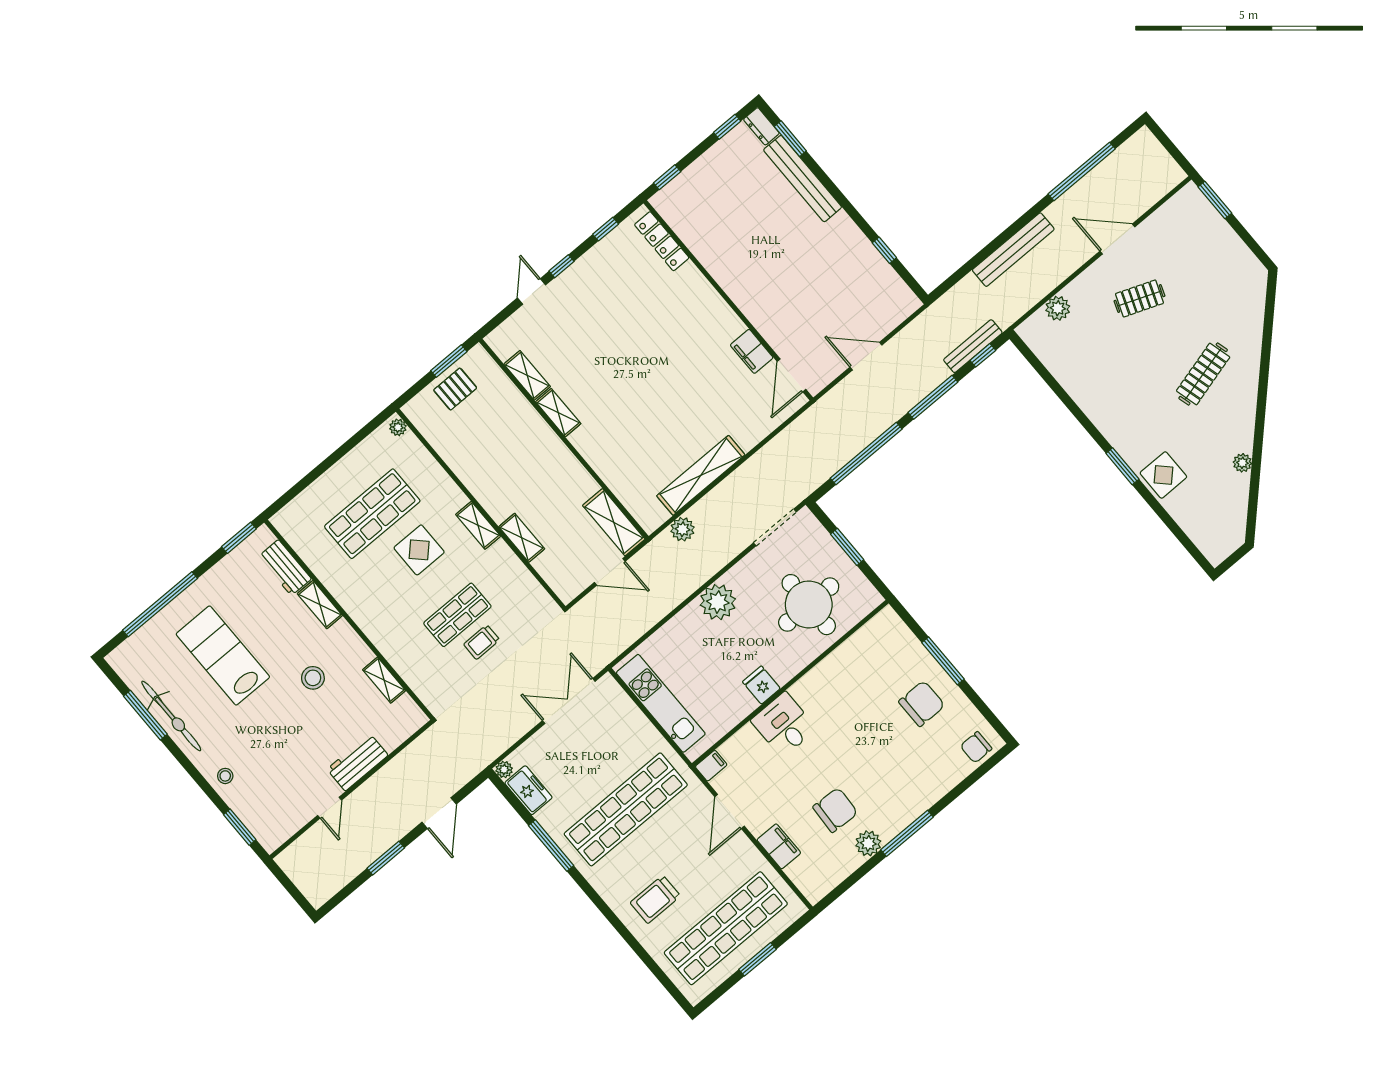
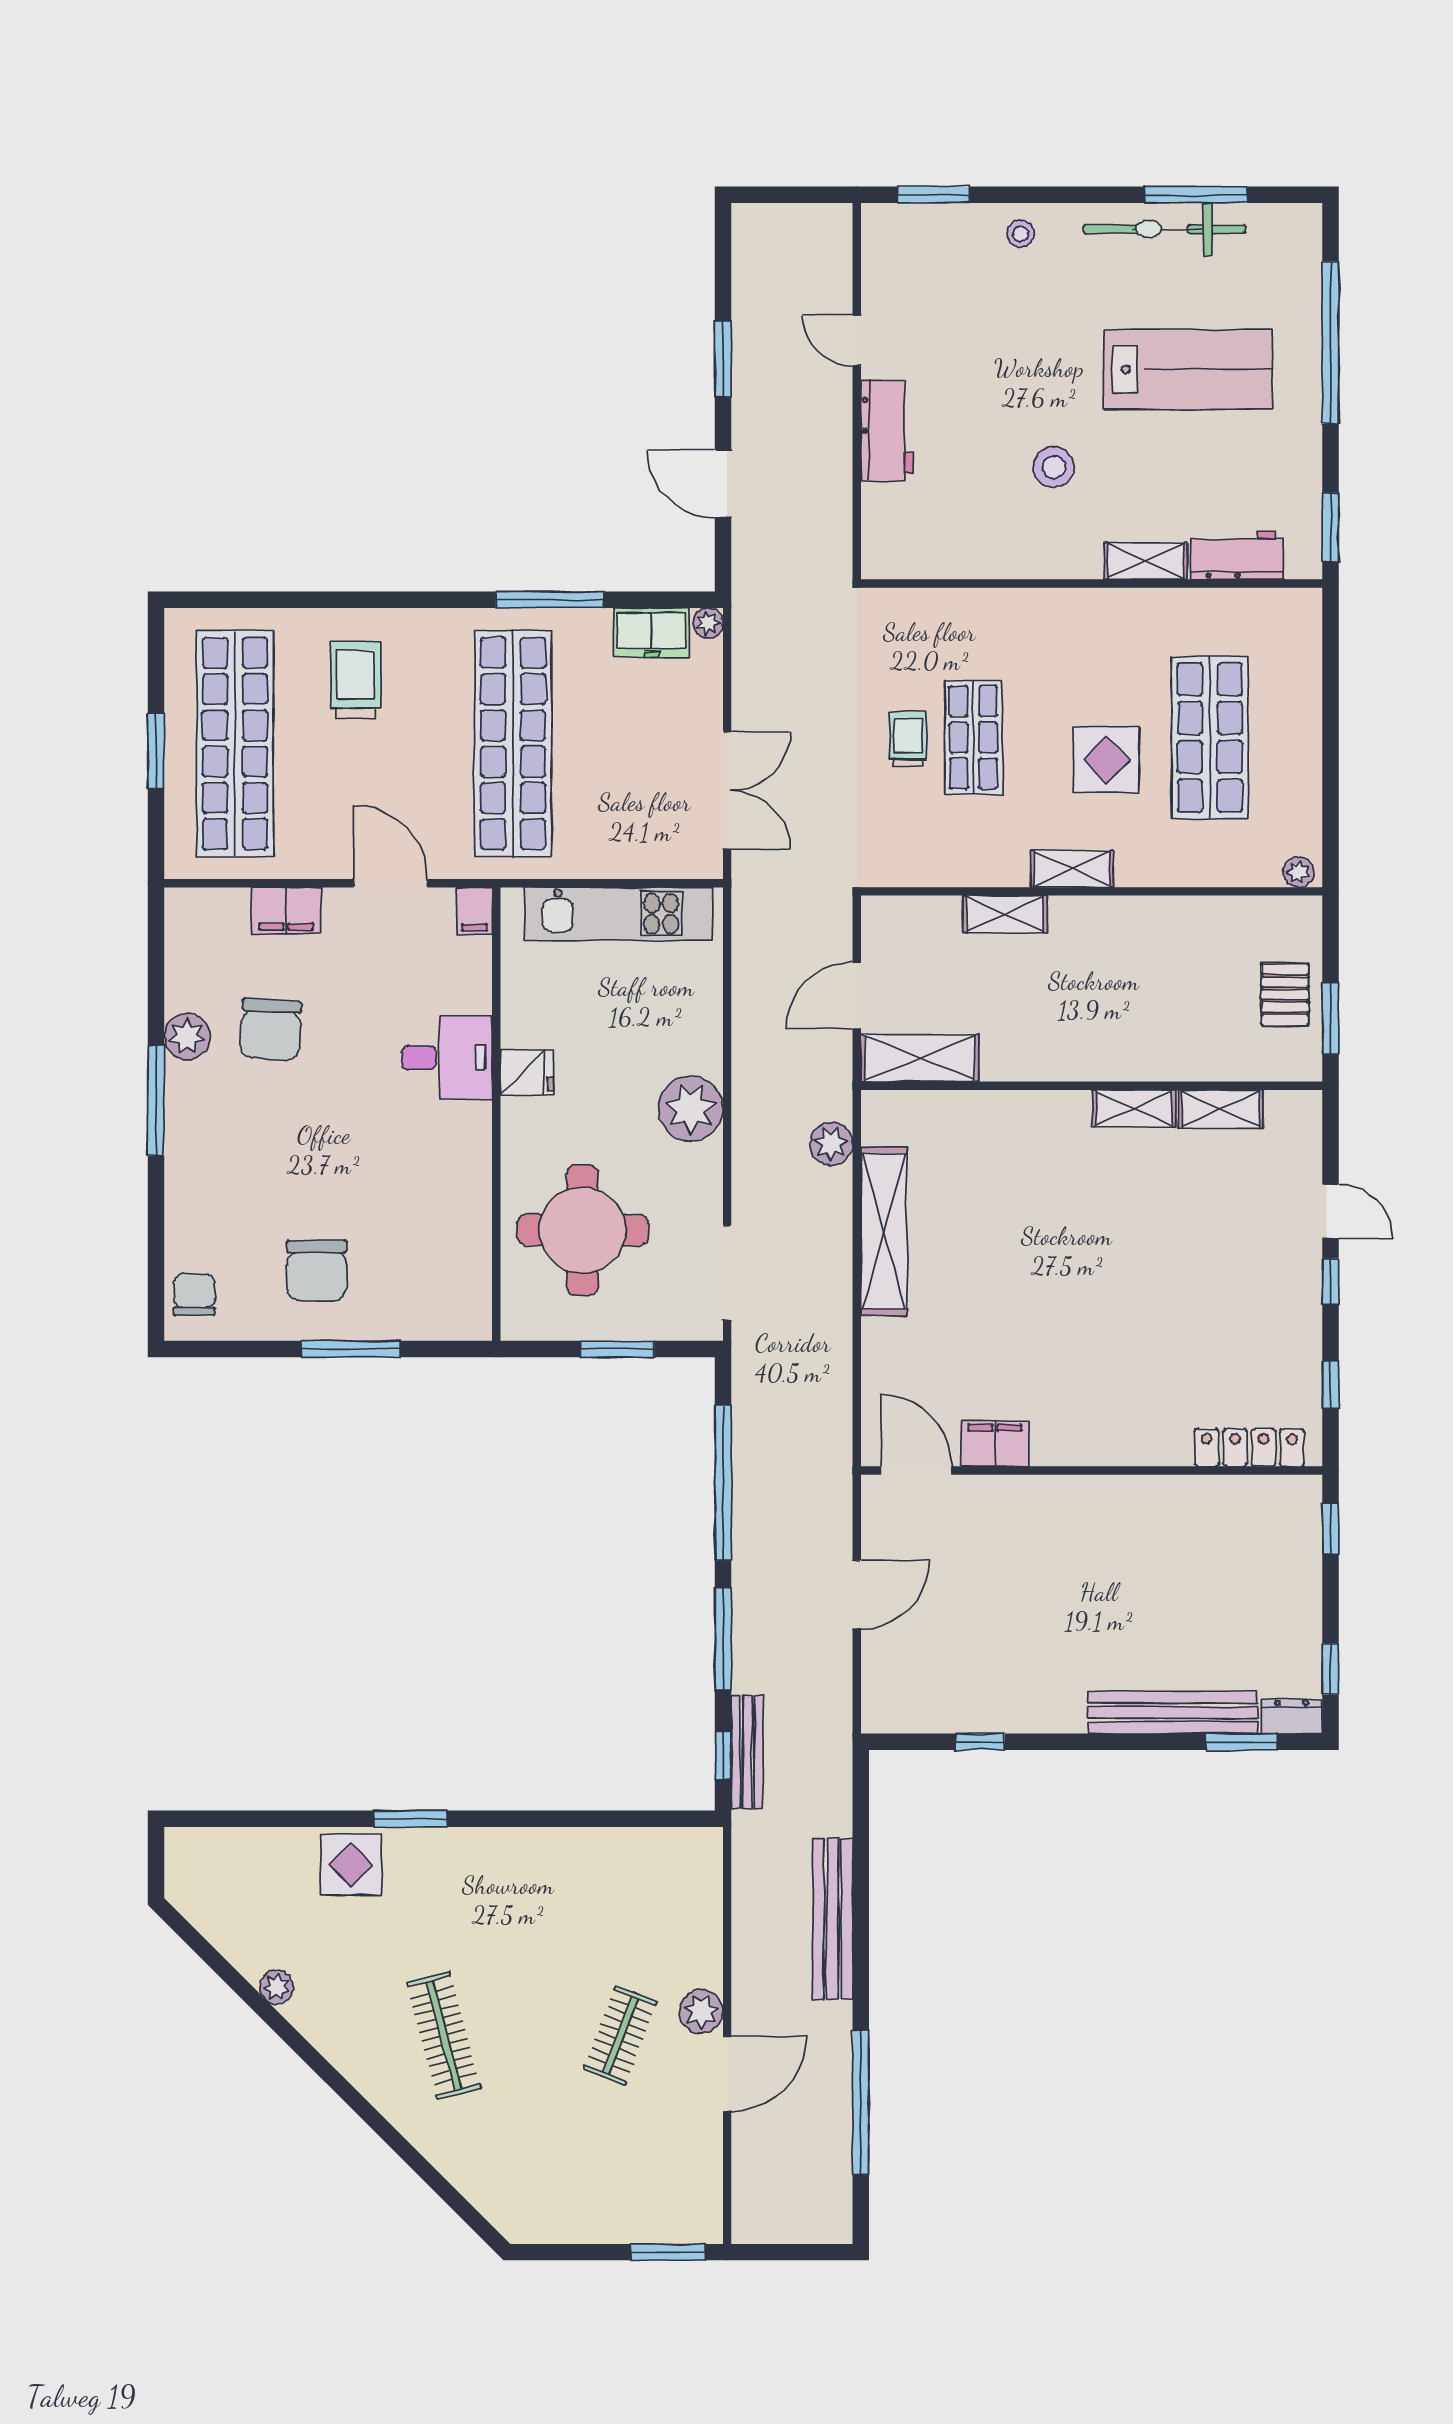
plant: (1058, 308) -> (701, 2011), moved
shelving: (384, 680) -> (969, 562), removed

